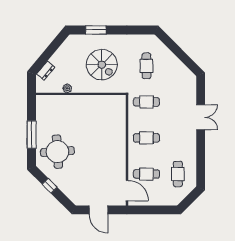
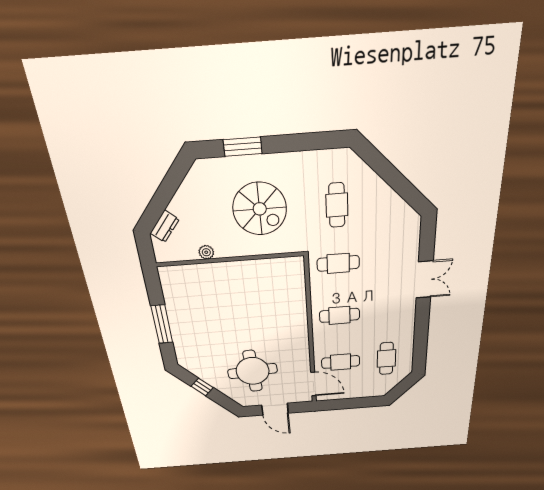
round table: (57, 152) -> (253, 371), moved

